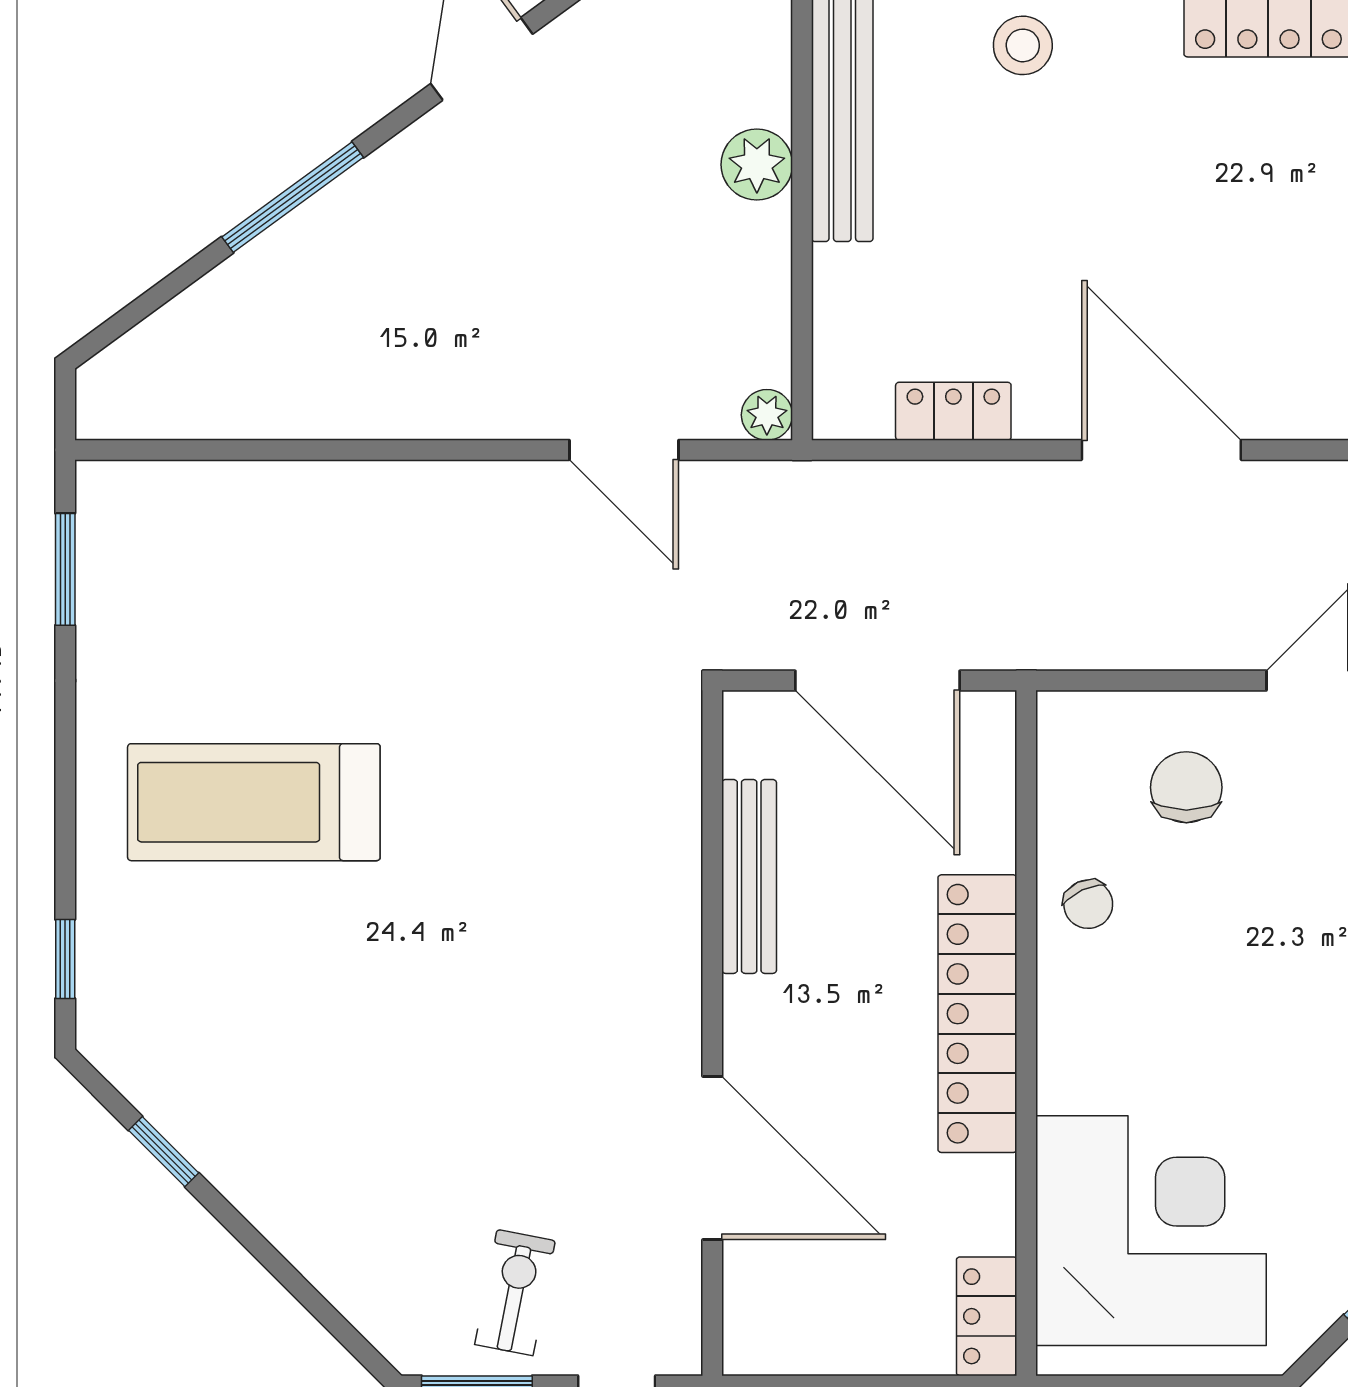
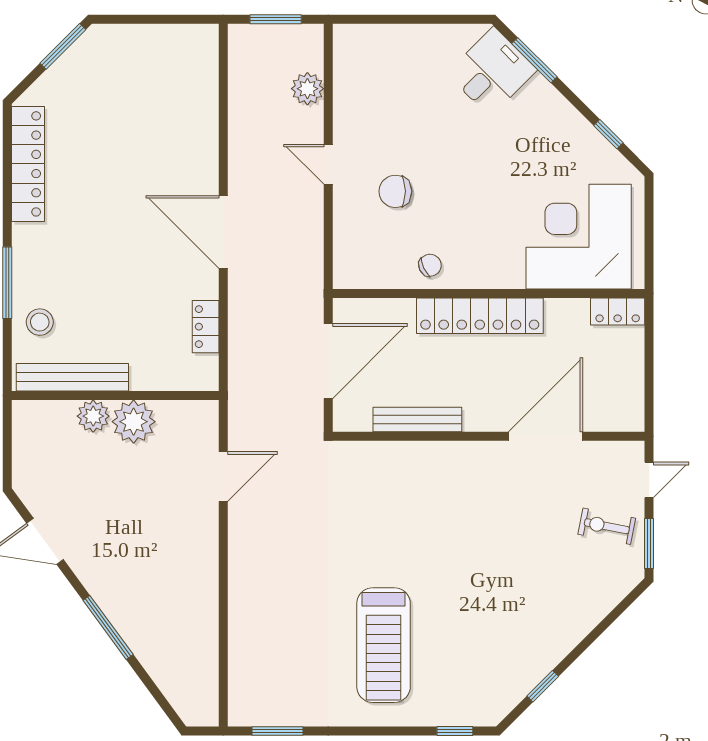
stool: (1023, 45) -> (40, 322), moved
plant: (767, 415) -> (134, 422), moved, width x1.88, depth x1.88
door: (1161, 450) -> (223, 232), hinge flipped
chair: (1186, 787) -> (395, 191), moved

